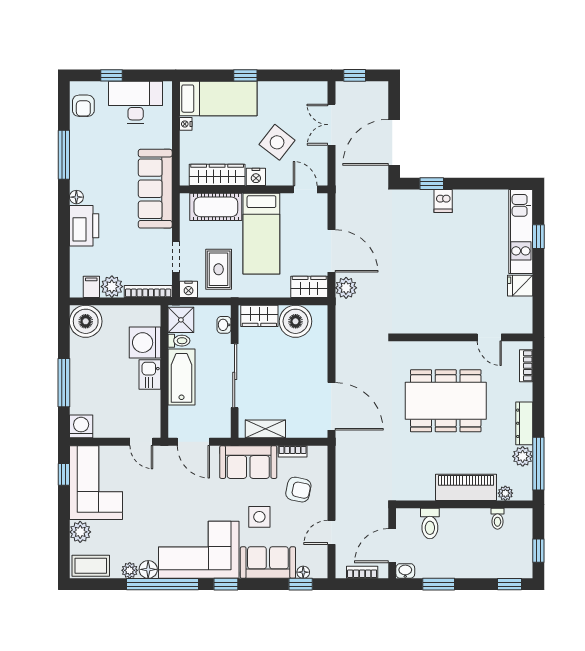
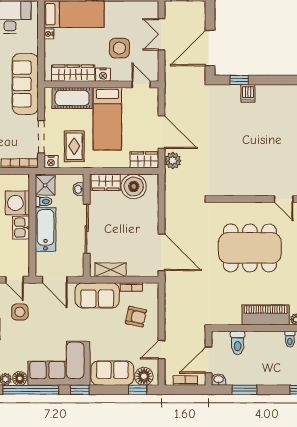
side table: (277, 142) -> (119, 48), turned -38
doorway: (176, 257) -> (41, 137), width x1.38
side table: (259, 517) -> (20, 312), moved
floor lamp: (303, 572) -> (144, 376), width x1.89, depth x1.89

